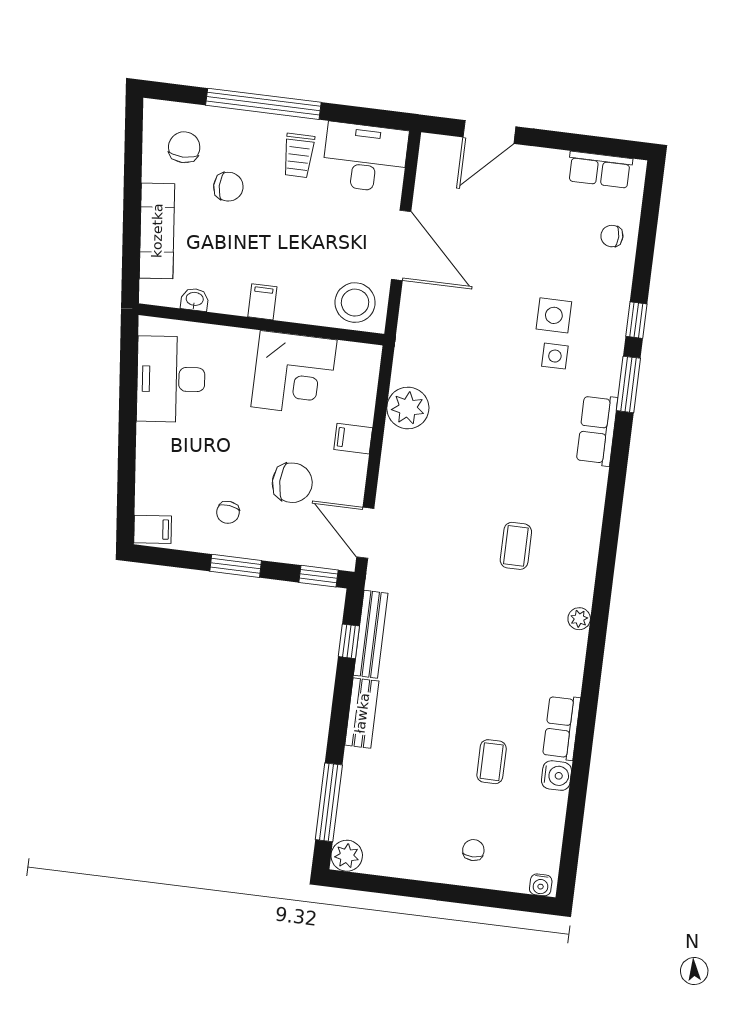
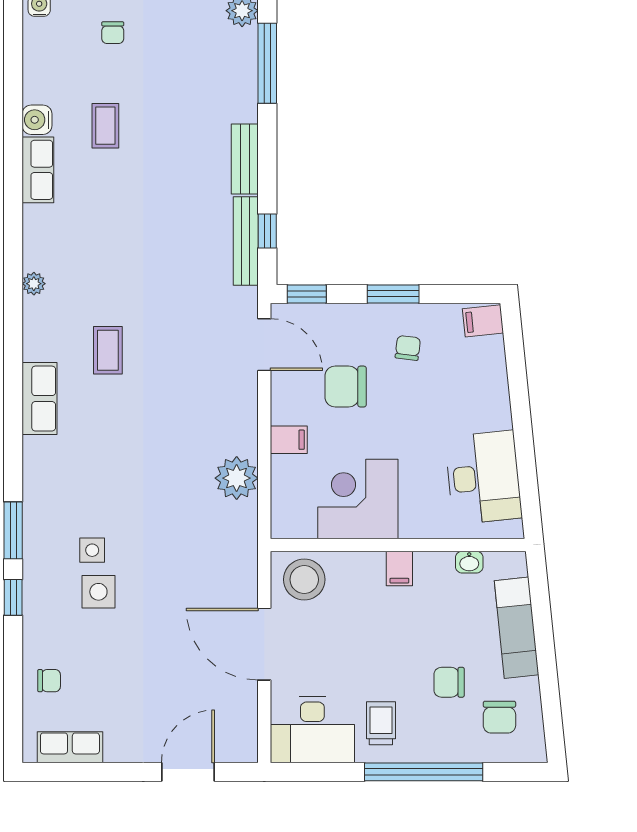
row of seats: (597, 430) -> (40, 399), moved

